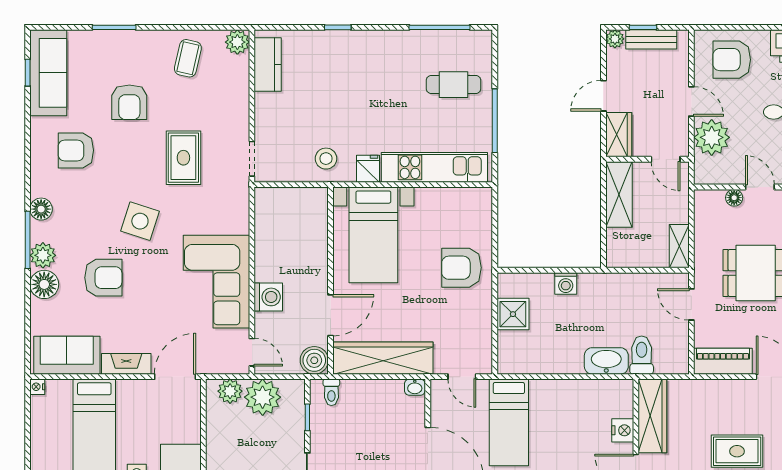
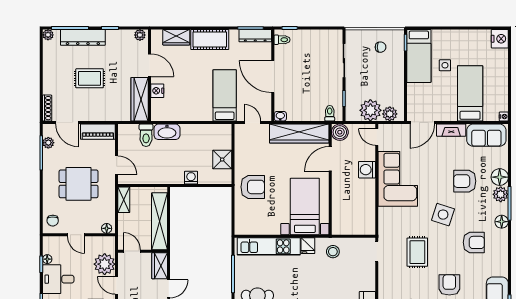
armchair: (76, 150) -> (474, 242), moved
shelving: (619, 194) -> (159, 221), width x1.47
floor lamp: (734, 198) -> (107, 228), moved

